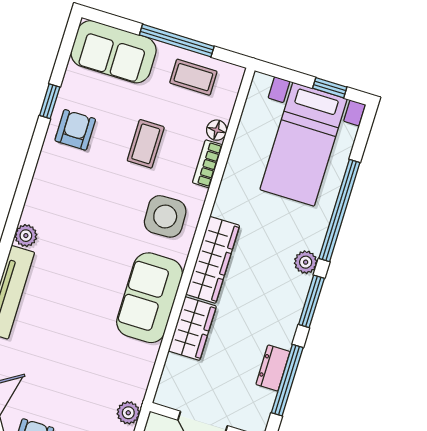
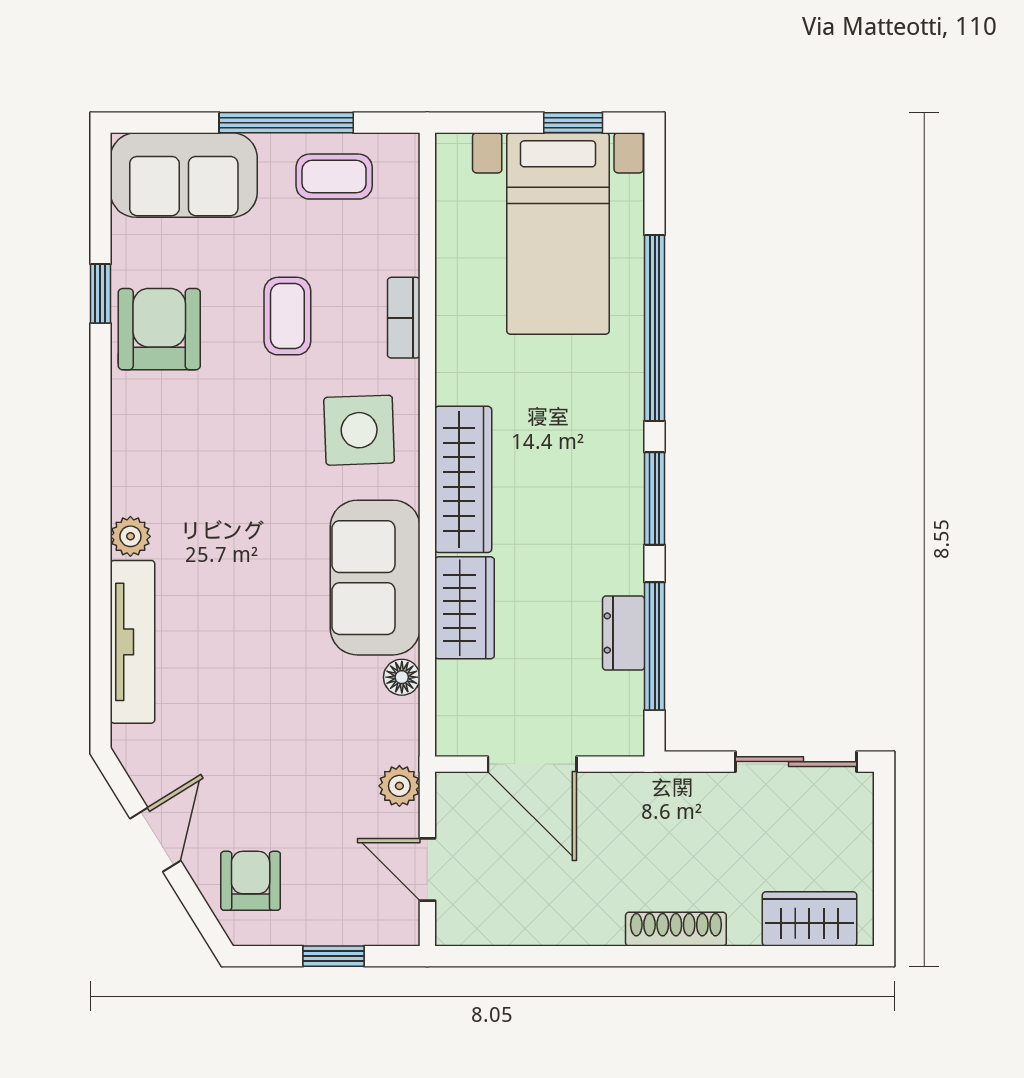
armchair: (75, 130) -> (159, 329), width x1.38, depth x1.38
floor lamp: (217, 130) -> (402, 677), moved
plant: (306, 262) -> (624, 434), removed

